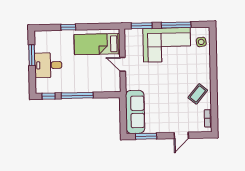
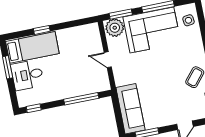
plant: (134, 37) -> (115, 28), added
bed: (97, 44) -> (32, 47), moved, turned 180
window: (77, 95) -> (81, 99), moved

